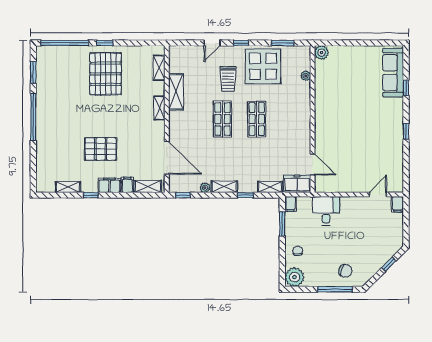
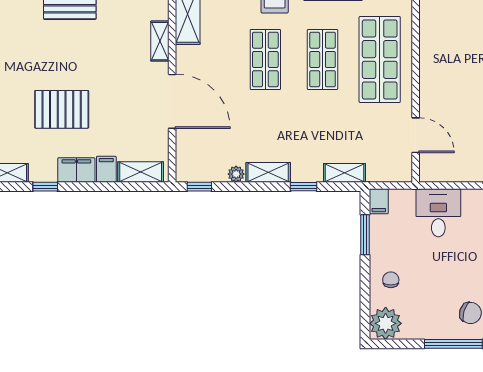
shop shelf: (291, 119) -> (380, 59), added
door: (167, 158) -> (172, 101), moved
freezer: (297, 184) -> (390, 168), removed

